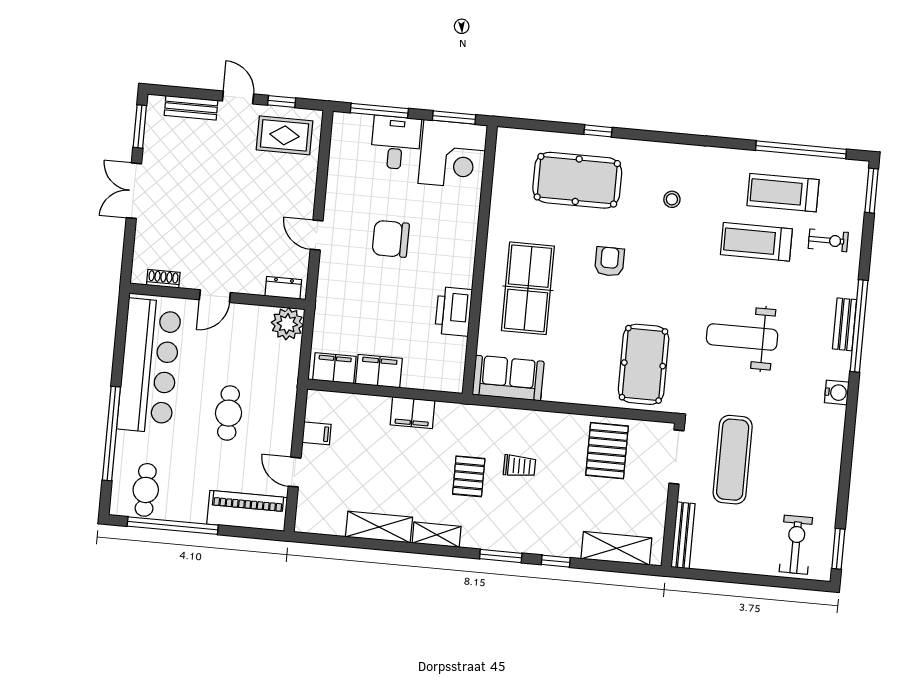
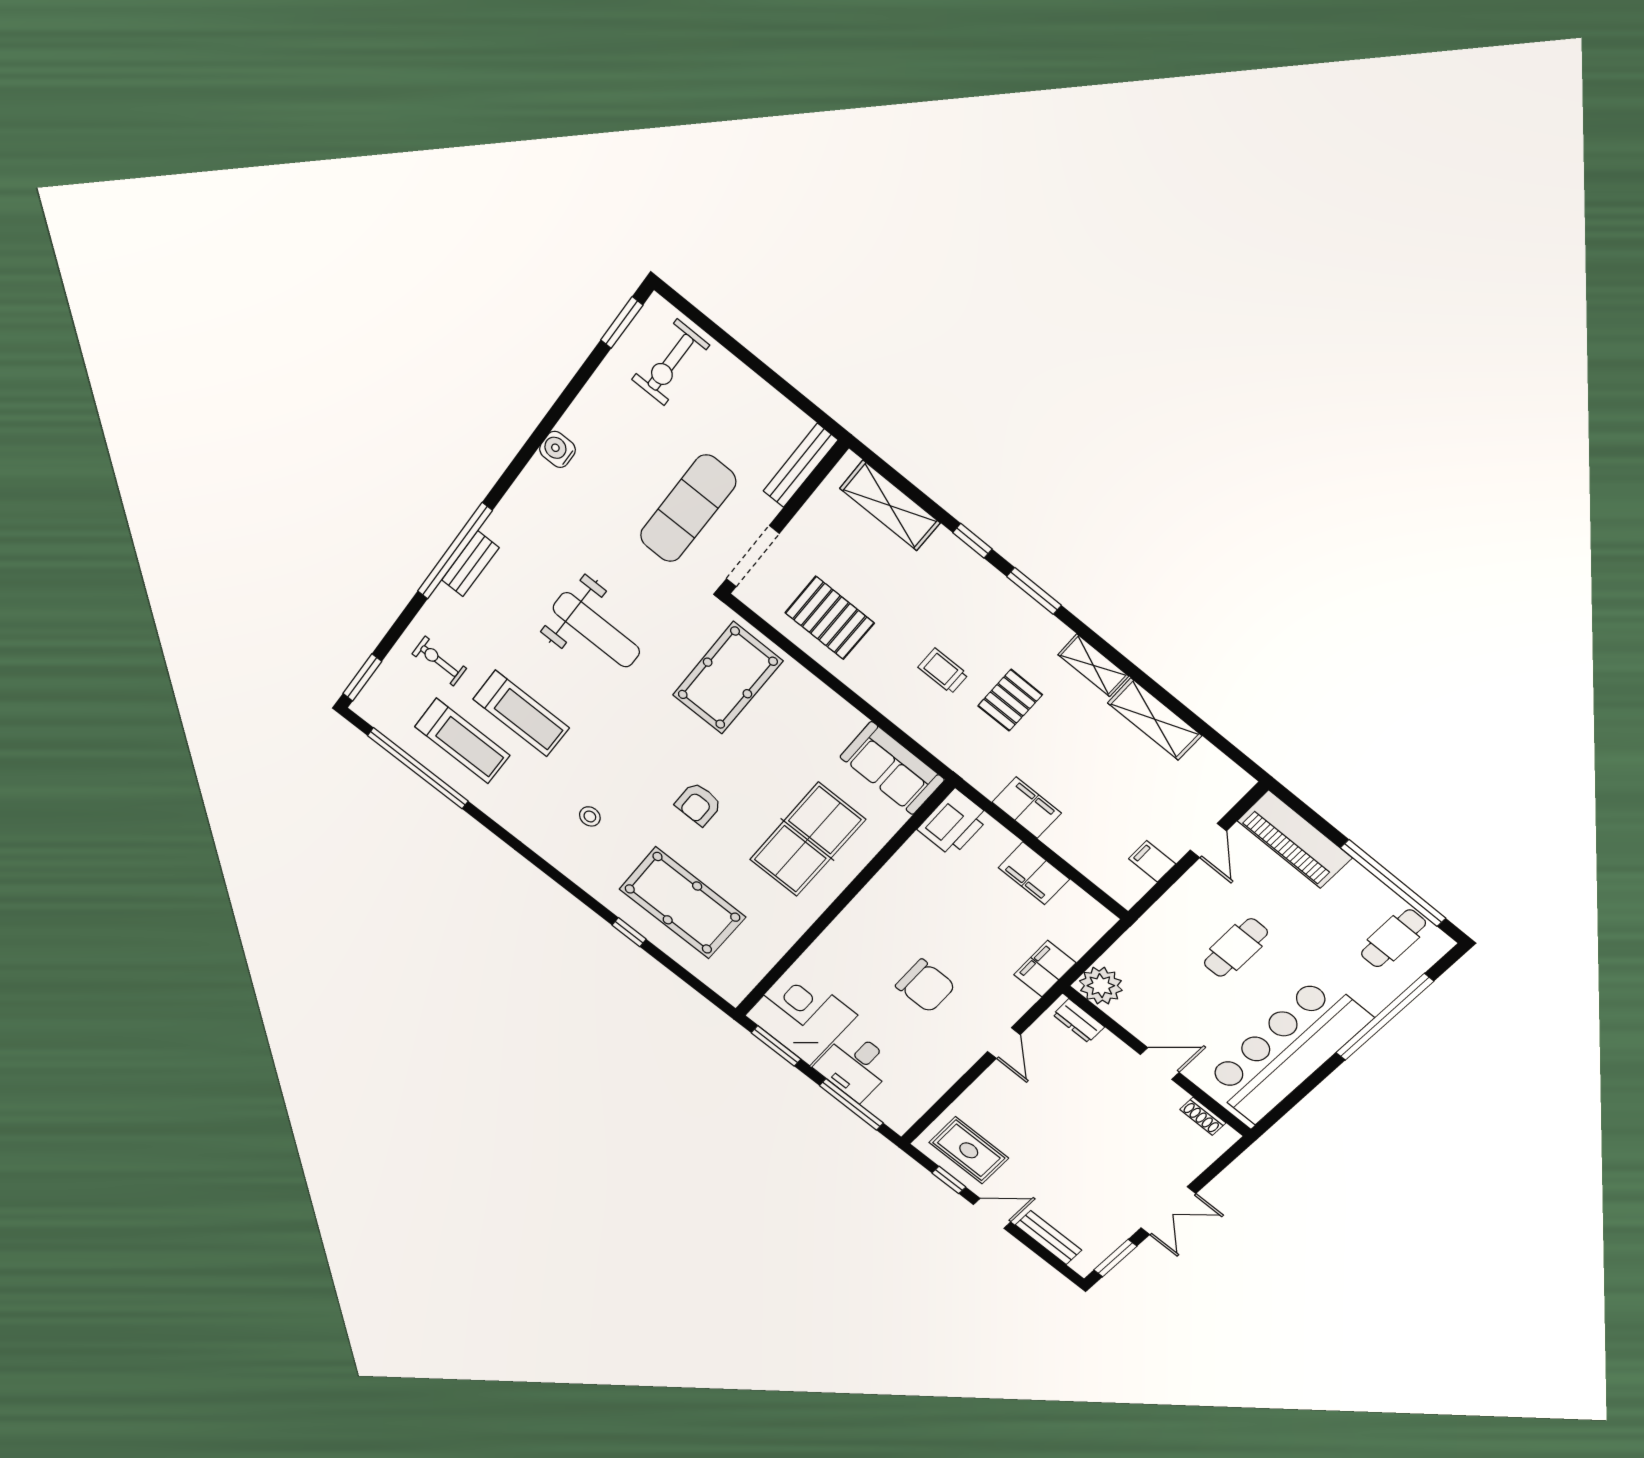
door: (238, 97) -> (992, 1213), swing flipped
printer: (454, 311) -> (954, 823), moved
filing cabinet: (334, 368) -> (1045, 969), moved, turned 90
water cooler: (837, 392) -> (557, 449), moved
pallet: (607, 451) -> (830, 618), turned 90

